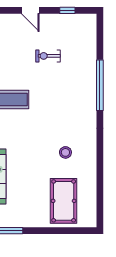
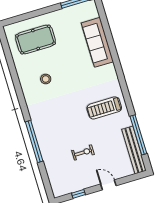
pool table: (64, 201) -> (36, 40), turned 90

